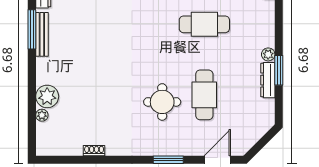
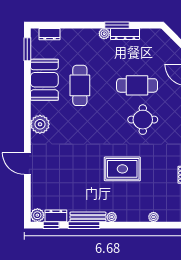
rug: (101, 77) -> (122, 169), added
plant: (47, 96) -> (112, 217), moved, width x0.53, depth x0.53

